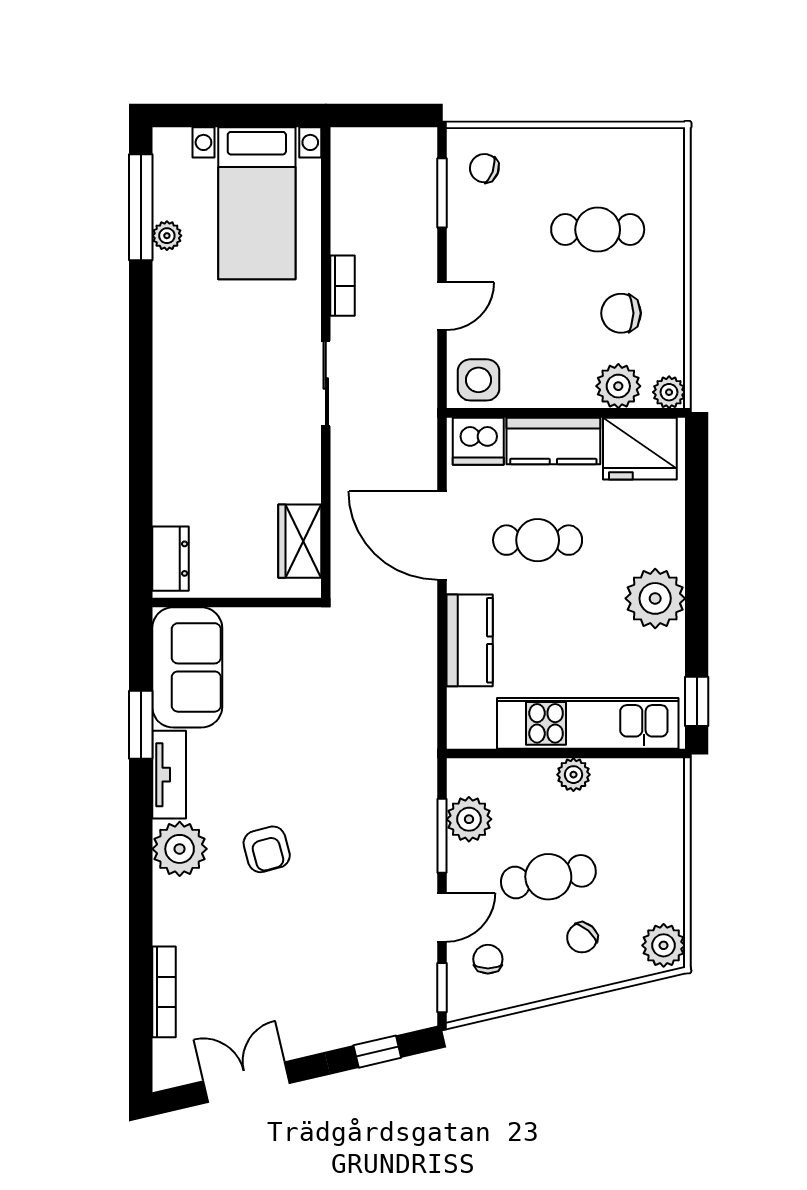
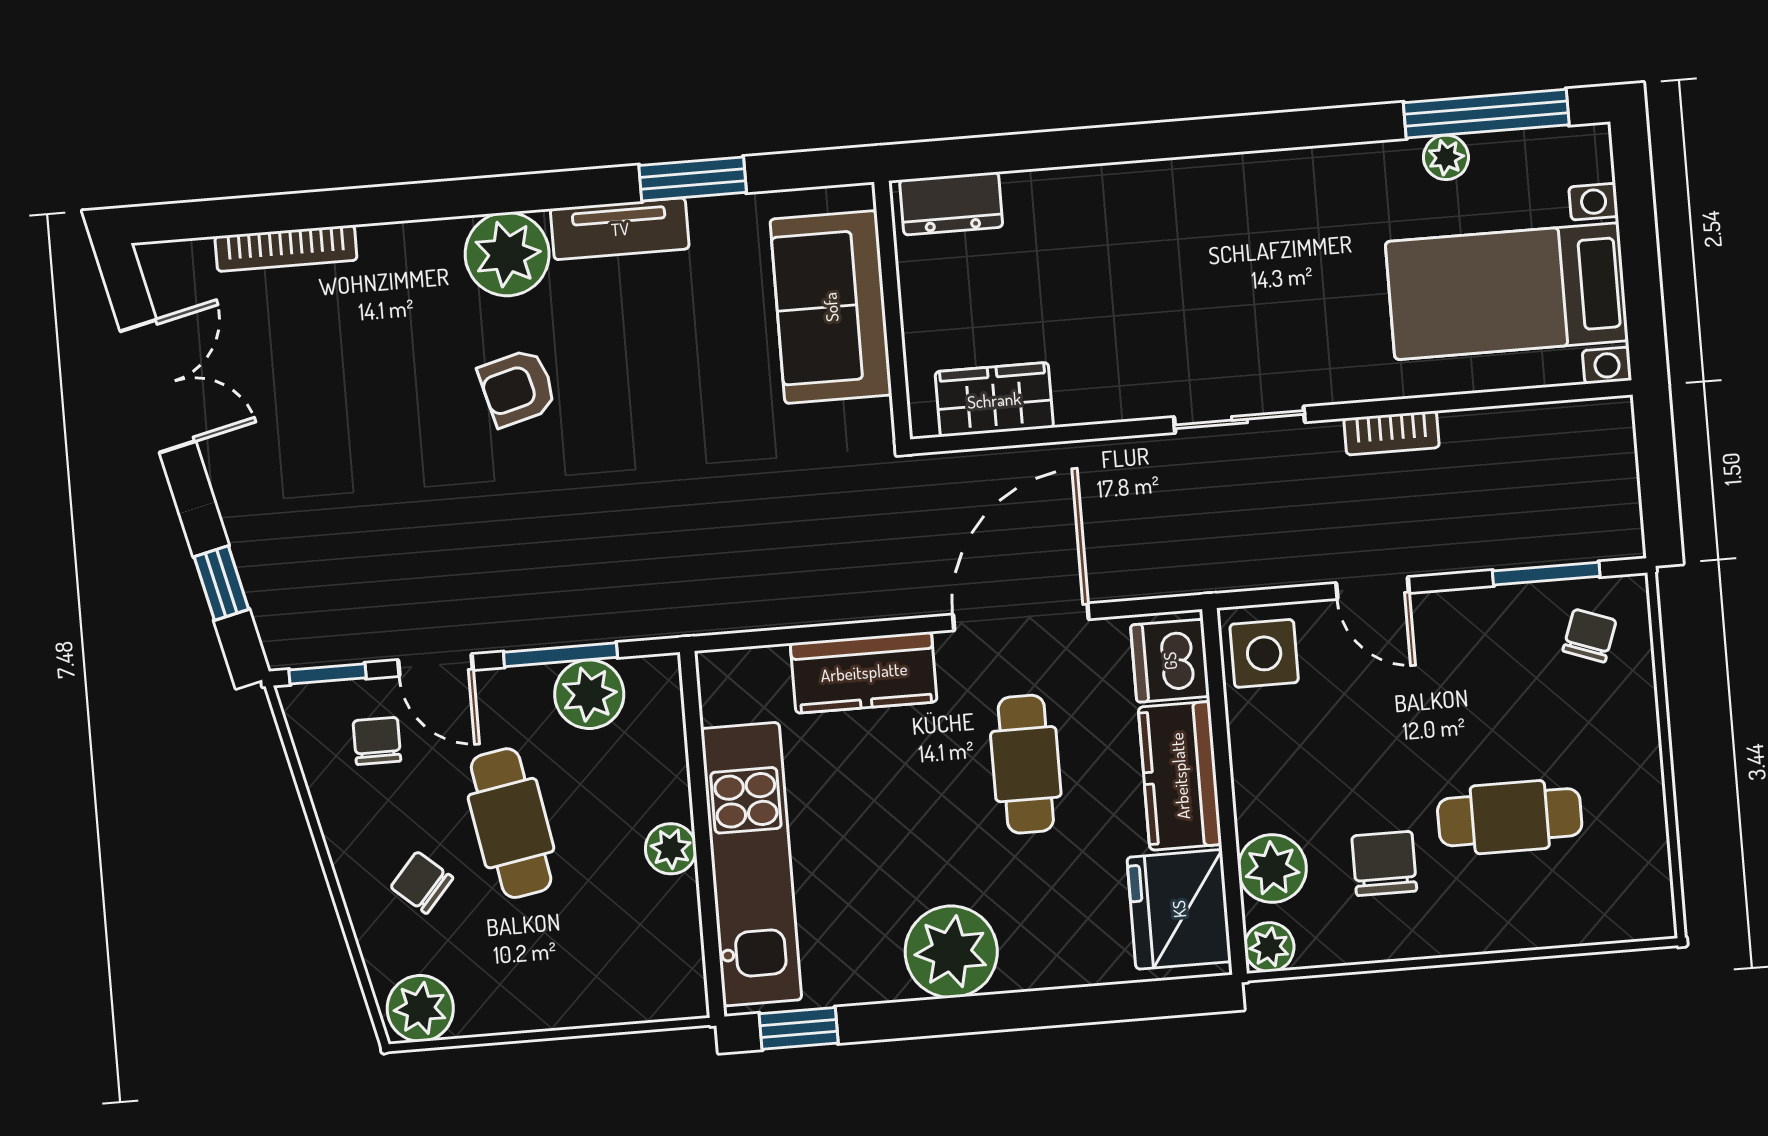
cafe table: (598, 230) -> (1510, 817), turned 90
sofa: (187, 667) -> (831, 307), moved, turned 90
chair: (488, 959) -> (377, 741), turned -90

